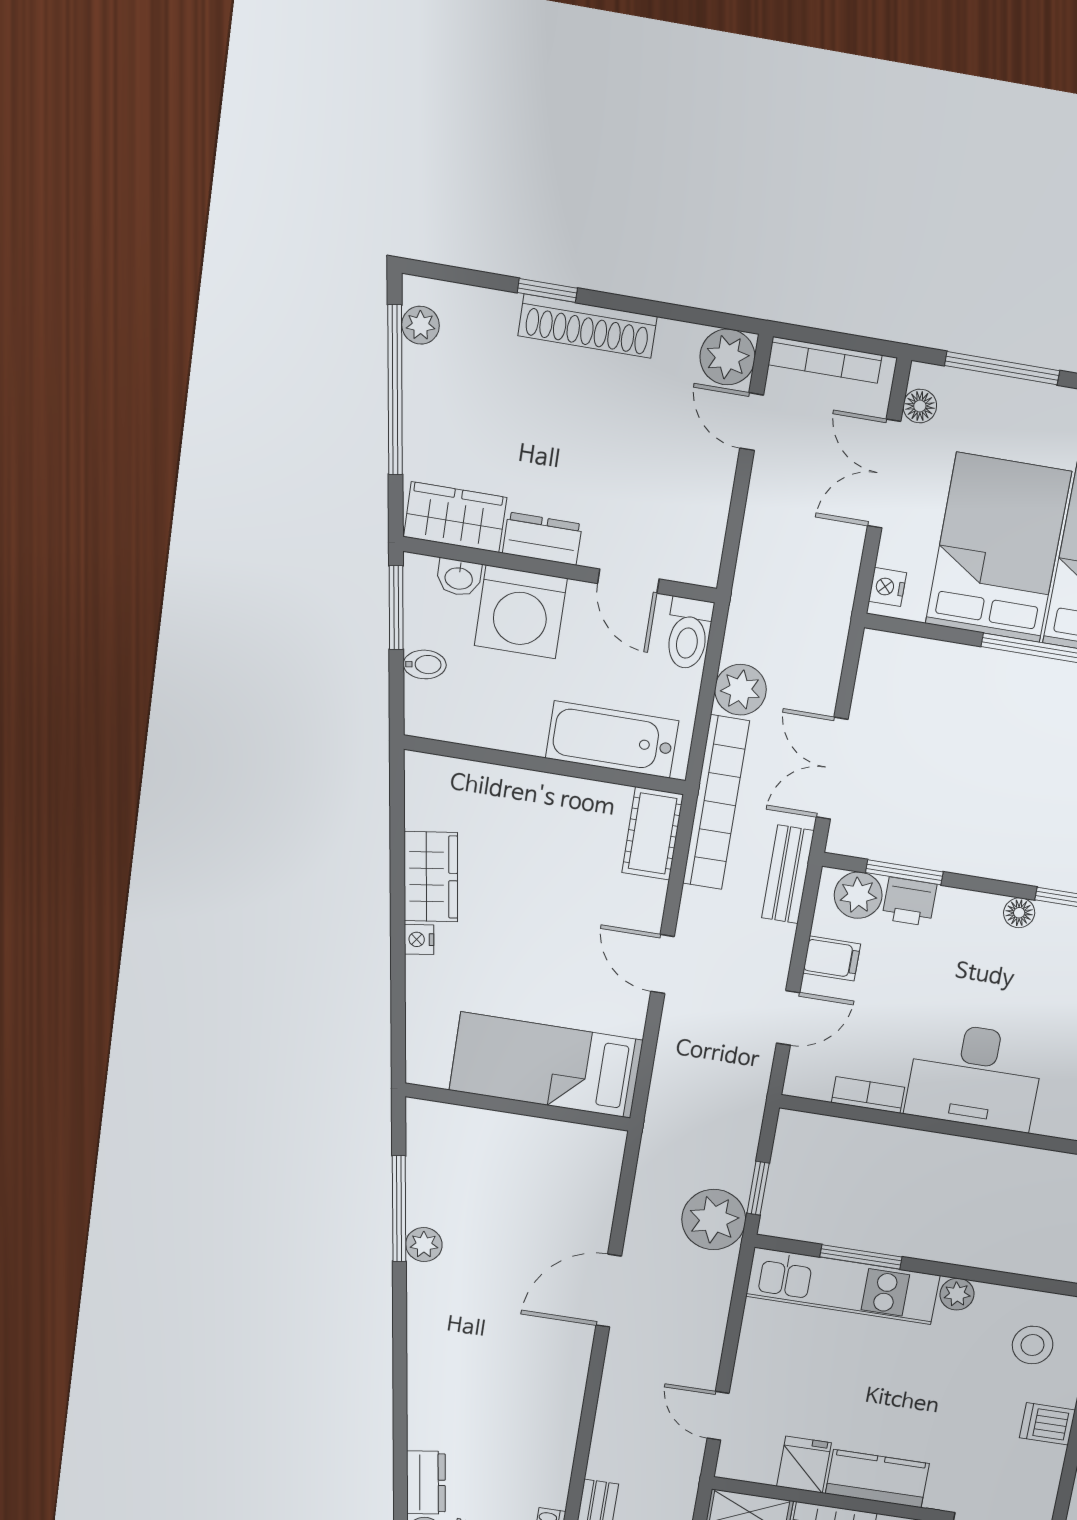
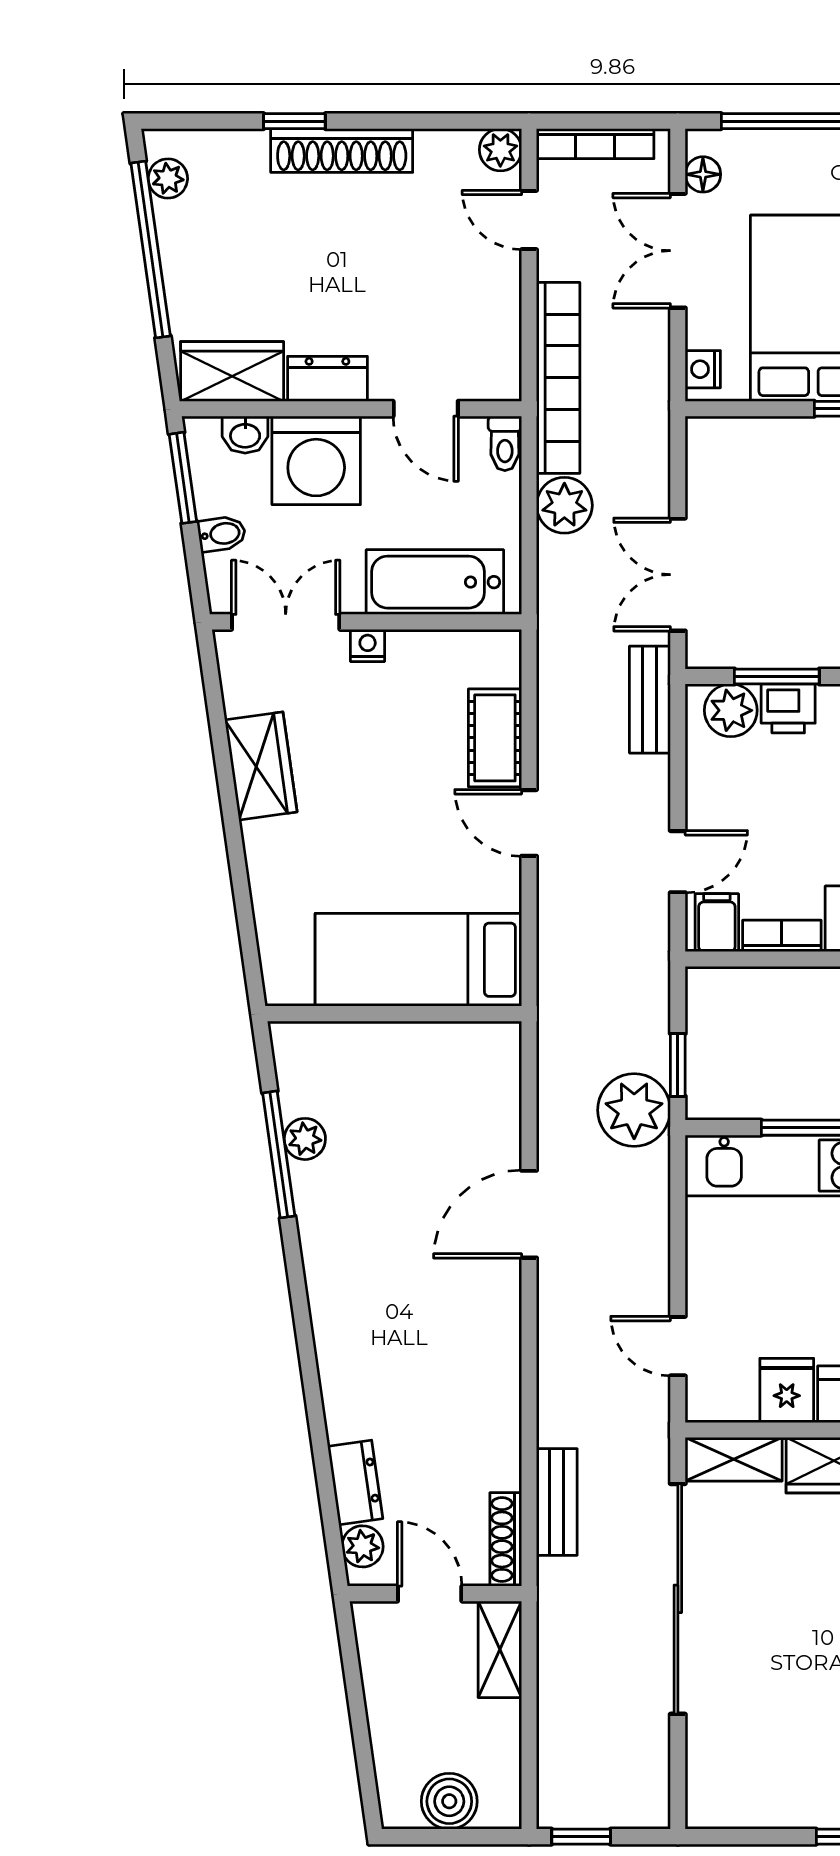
plant: (727, 357) -> (500, 150), width x0.73, depth x0.73
toilet: (688, 633) -> (505, 443), width x0.73, depth x0.72
double door: (472, 753) -> (286, 622), added
bookcase: (716, 802) -> (558, 378), moved
cot: (653, 833) -> (495, 738), moved
nightstand: (419, 939) -> (368, 645), moved, turned 98
filing cabinet: (832, 959) -> (717, 923), moved, turned -90
plant: (424, 1245) -> (305, 1139), moved

